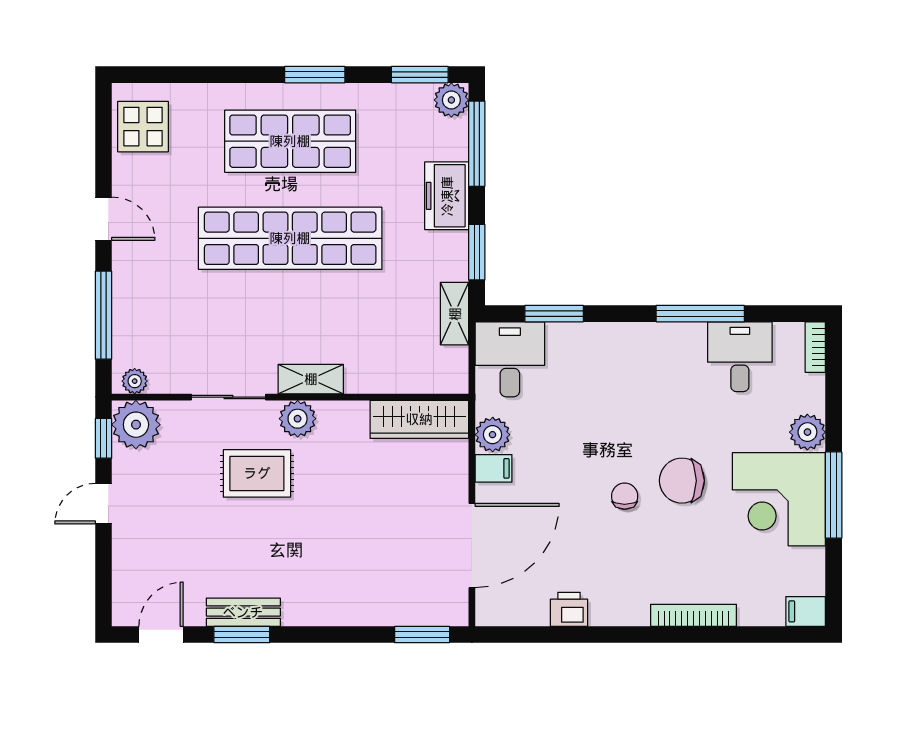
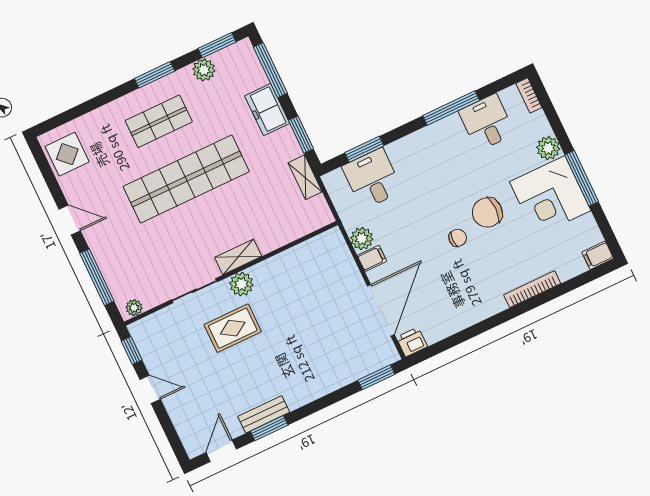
plant: (451, 100) -> (204, 70), moved
shop shelf: (290, 141) -> (159, 121), width x0.70, depth x0.74
desk: (510, 359) -> (372, 179), moved
wardrobe: (419, 419) -> (314, 250), removed
plant: (136, 425) -> (147, 333), removed
chair: (625, 496) -> (458, 238), turned 90
door: (104, 504) -> (150, 389), swing flipped
printer: (569, 609) -> (412, 342), moved

